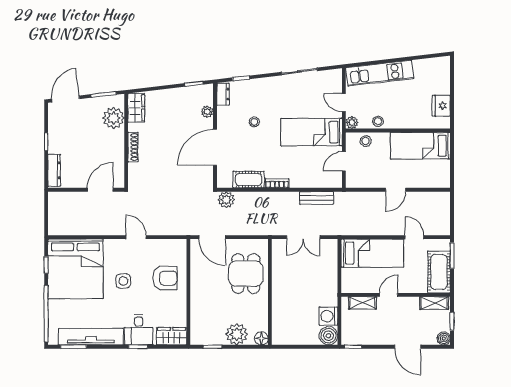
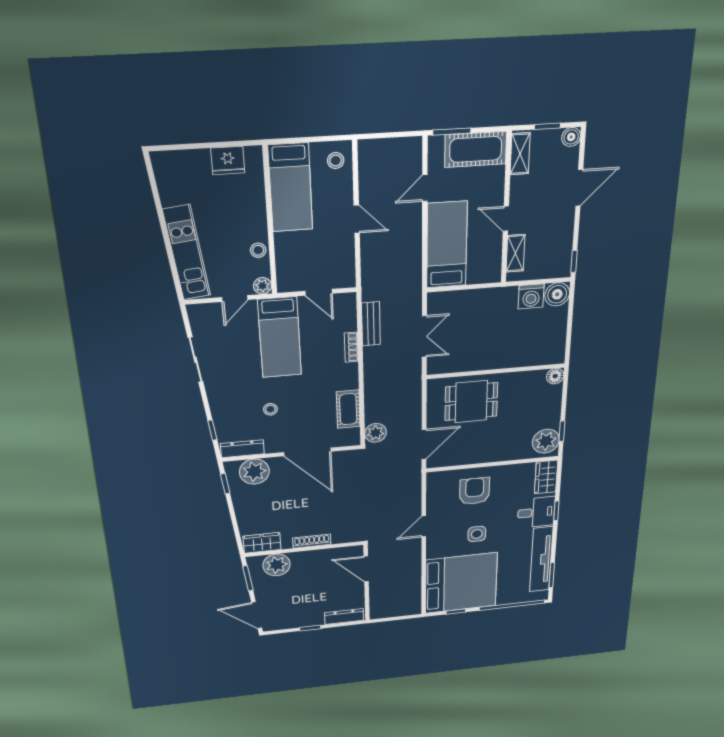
dresser: (223, 94) -> (242, 449), width x1.44
plant: (207, 112) -> (254, 472), width x1.87, depth x1.87
stool: (366, 141) -> (336, 161), moved
bookcase: (277, 183) -> (351, 347), moved
plant: (237, 334) -> (546, 441), moved

